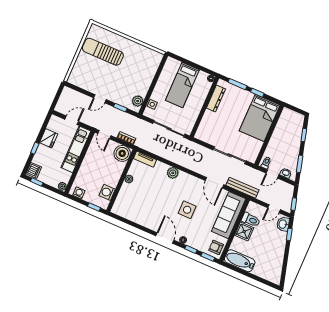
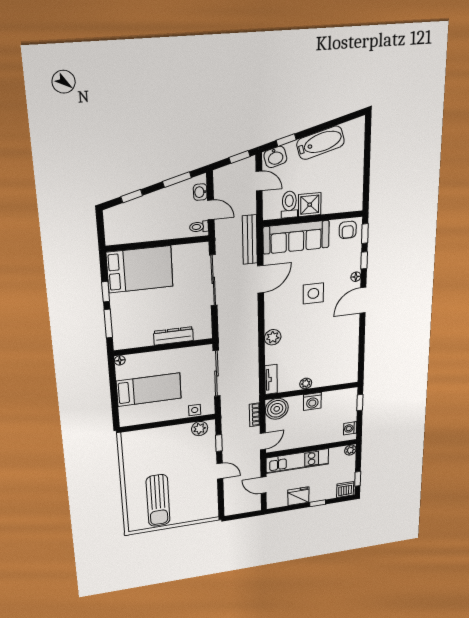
dresser: (216, 98) -> (173, 336), moved
washing machine: (107, 192) -> (312, 401), moved
bathtub: (240, 261) -> (321, 143), moved, turned -105

